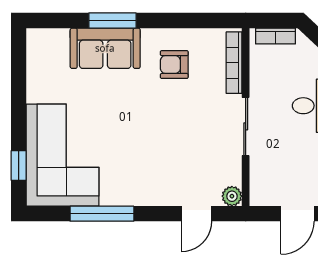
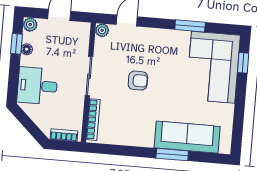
sofa: (105, 48) -> (187, 137), width x1.36
armchair: (174, 65) -> (138, 81), moved
window: (102, 214) -> (190, 26), width x0.69

